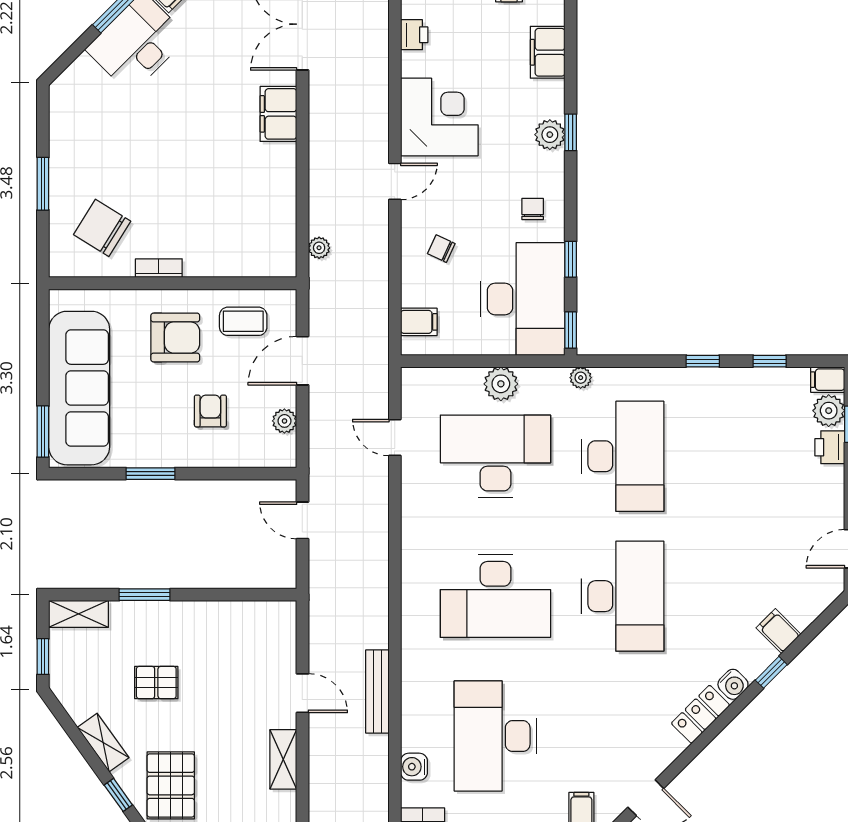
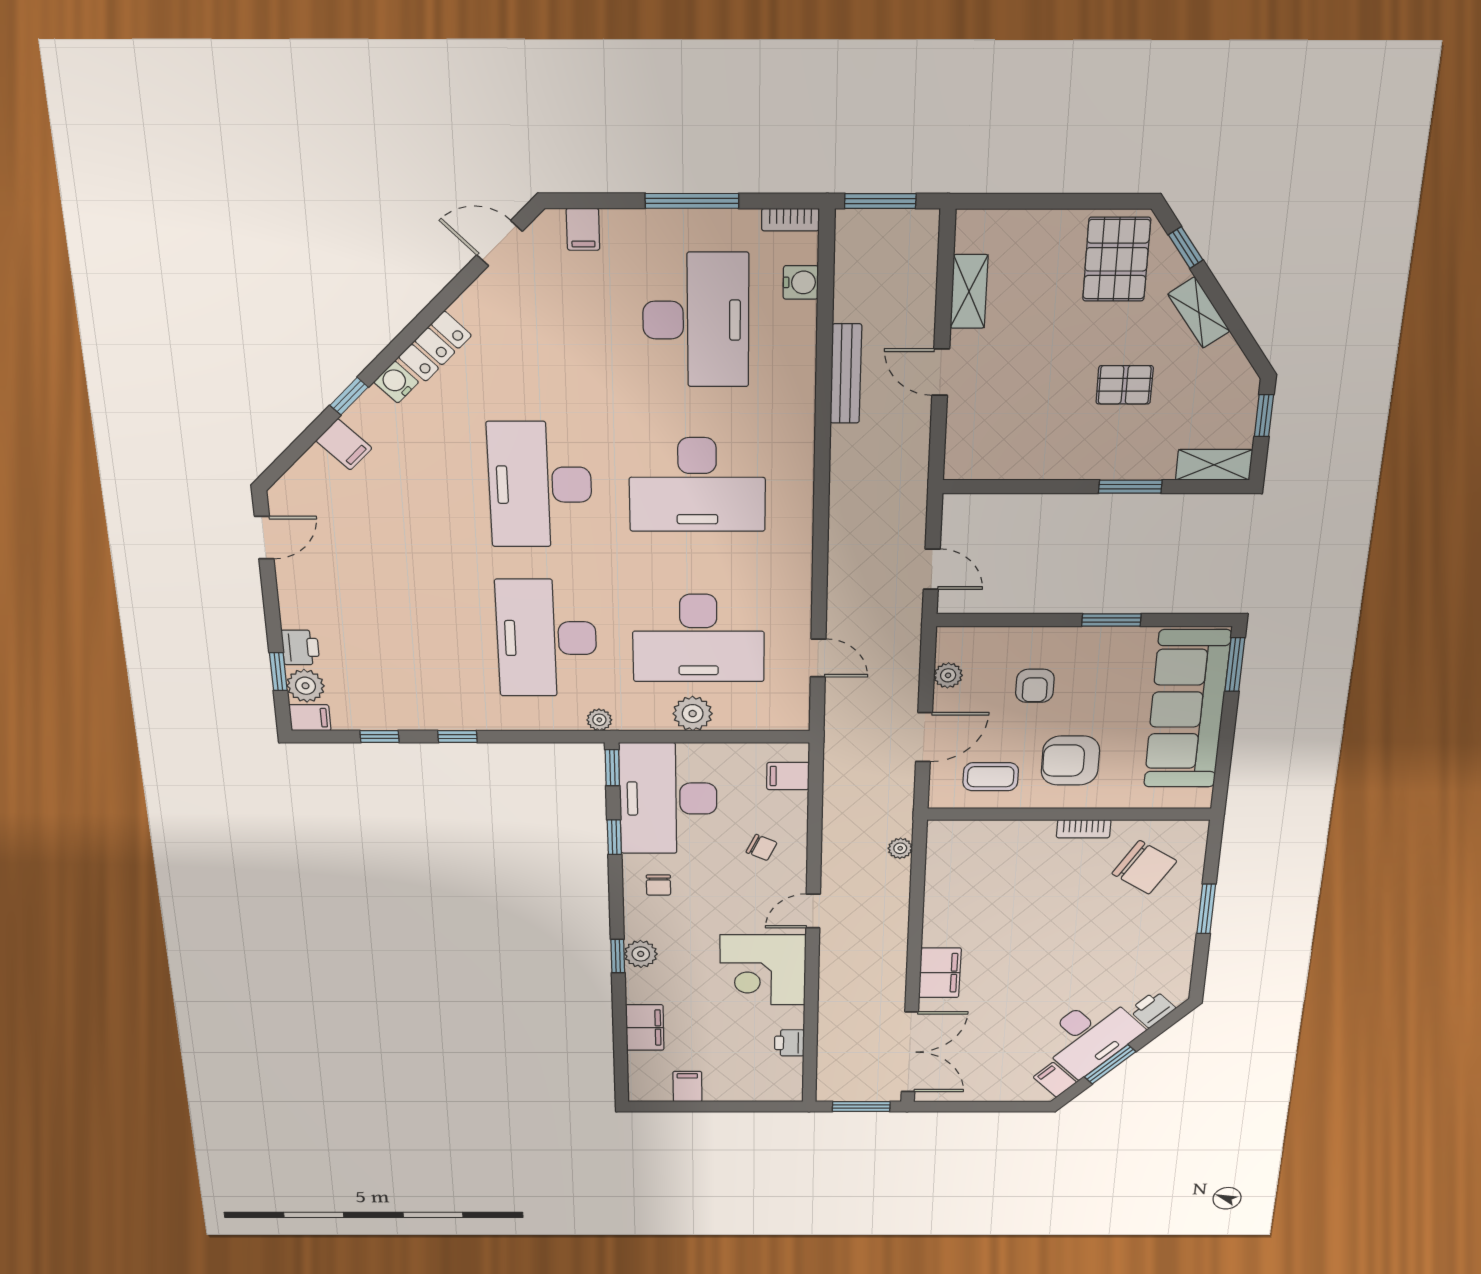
printer: (82, 73) -> (1152, 1009), added
desk: (495, 596) -> (697, 485), turned 180

